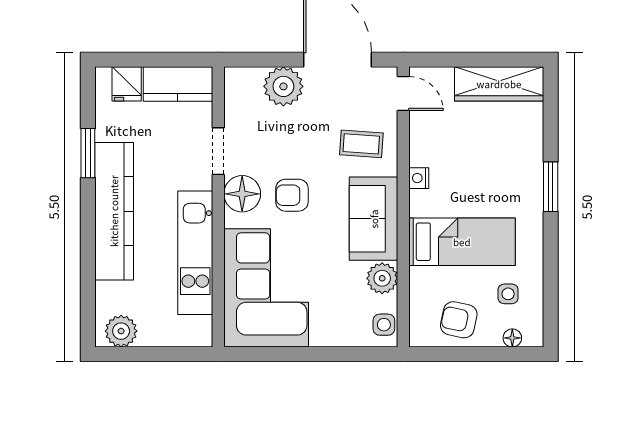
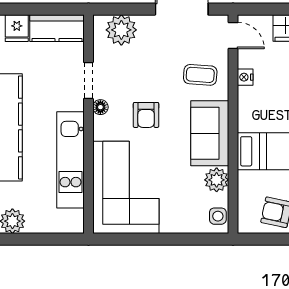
plant: (283, 86) -> (121, 30), moved
nightstand: (419, 178) -> (245, 77), moved
floor lamp: (242, 194) -> (100, 107), width x0.53, depth x0.53
armchair: (292, 195) -> (146, 115), turned -90

